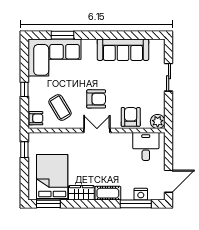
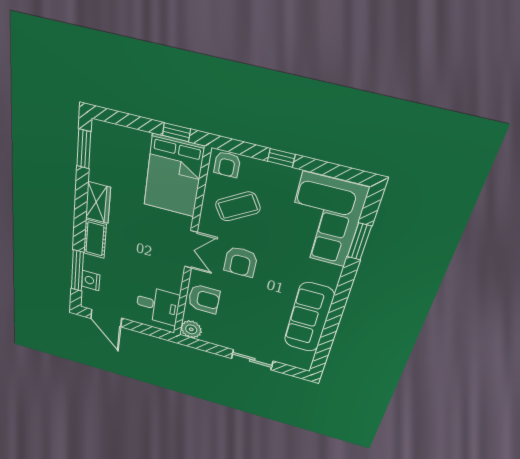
bed: (52, 177) -> (174, 176), moved, turned 90

